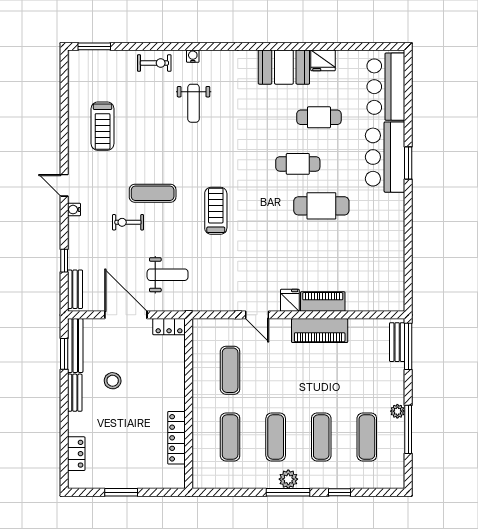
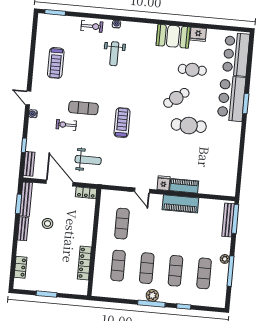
cafe table: (298, 164) -> (176, 98), turned -37
bench: (397, 342) -> (228, 220), width x1.36

